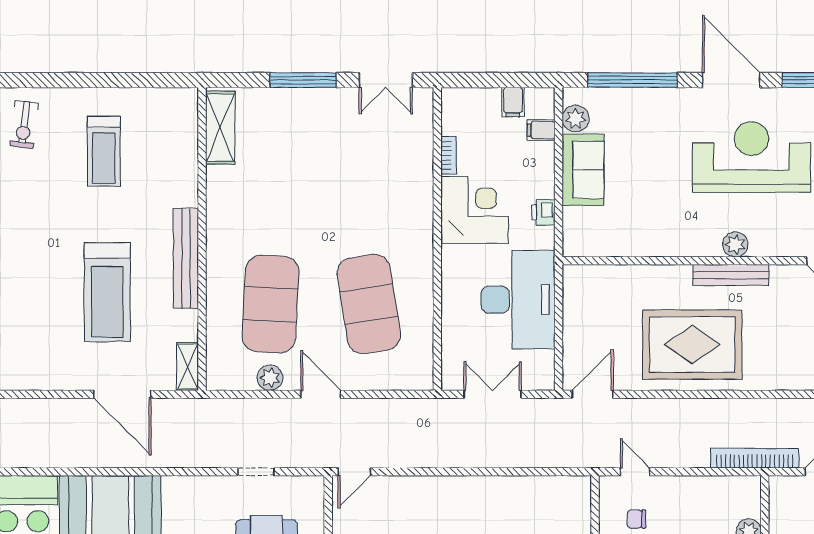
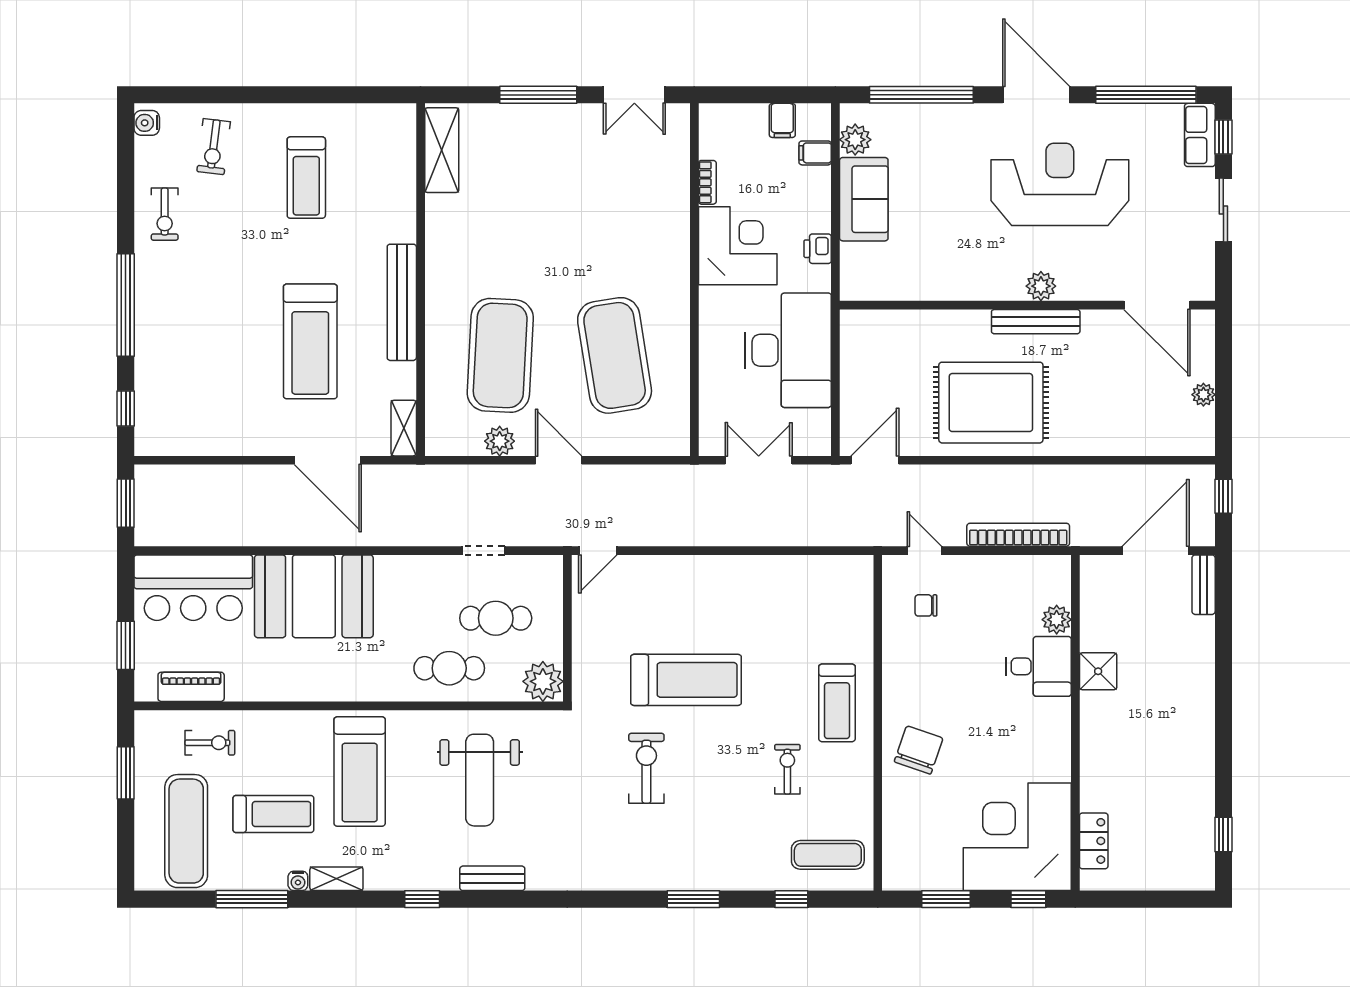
bookcase: (755, 458) -> (1018, 535), moved

